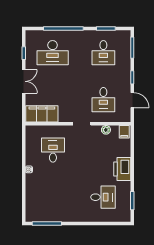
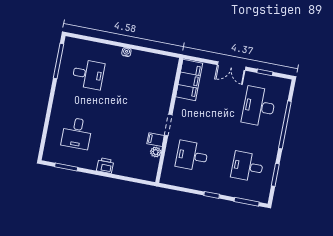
door: (132, 100) -> (185, 190), removed
filing cabinet: (124, 132) -> (156, 140), moved
desk: (53, 150) -> (88, 74), moved
printer: (122, 169) -> (105, 165), width x0.53, depth x0.68

